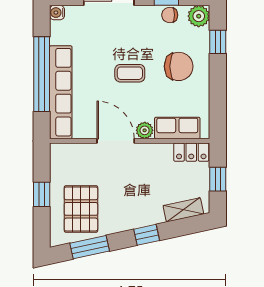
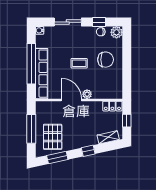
window: (218, 42) -> (127, 46), removed
row of seats: (177, 128) -> (105, 93), removed
window: (42, 194) -> (31, 129), width x2.17

